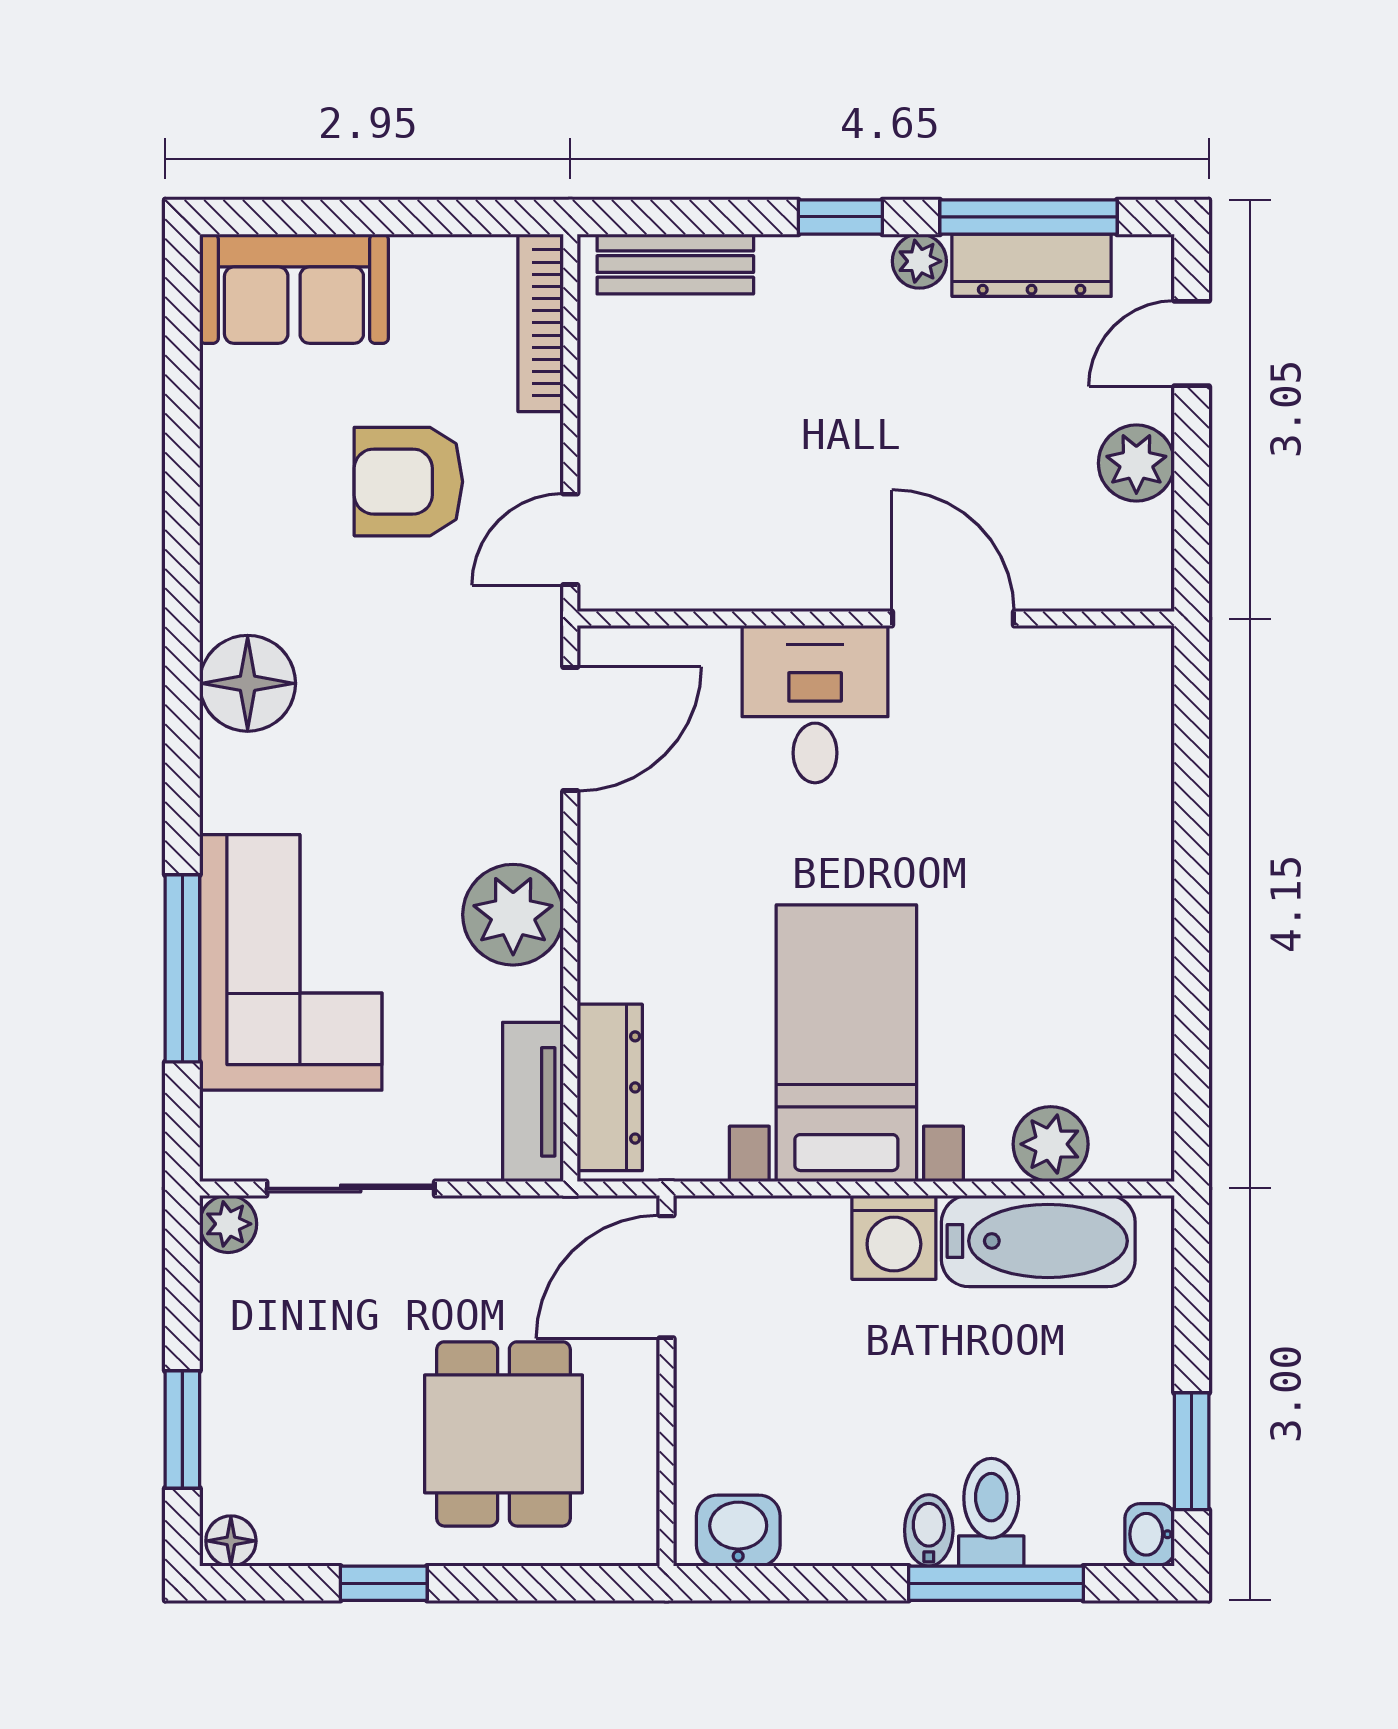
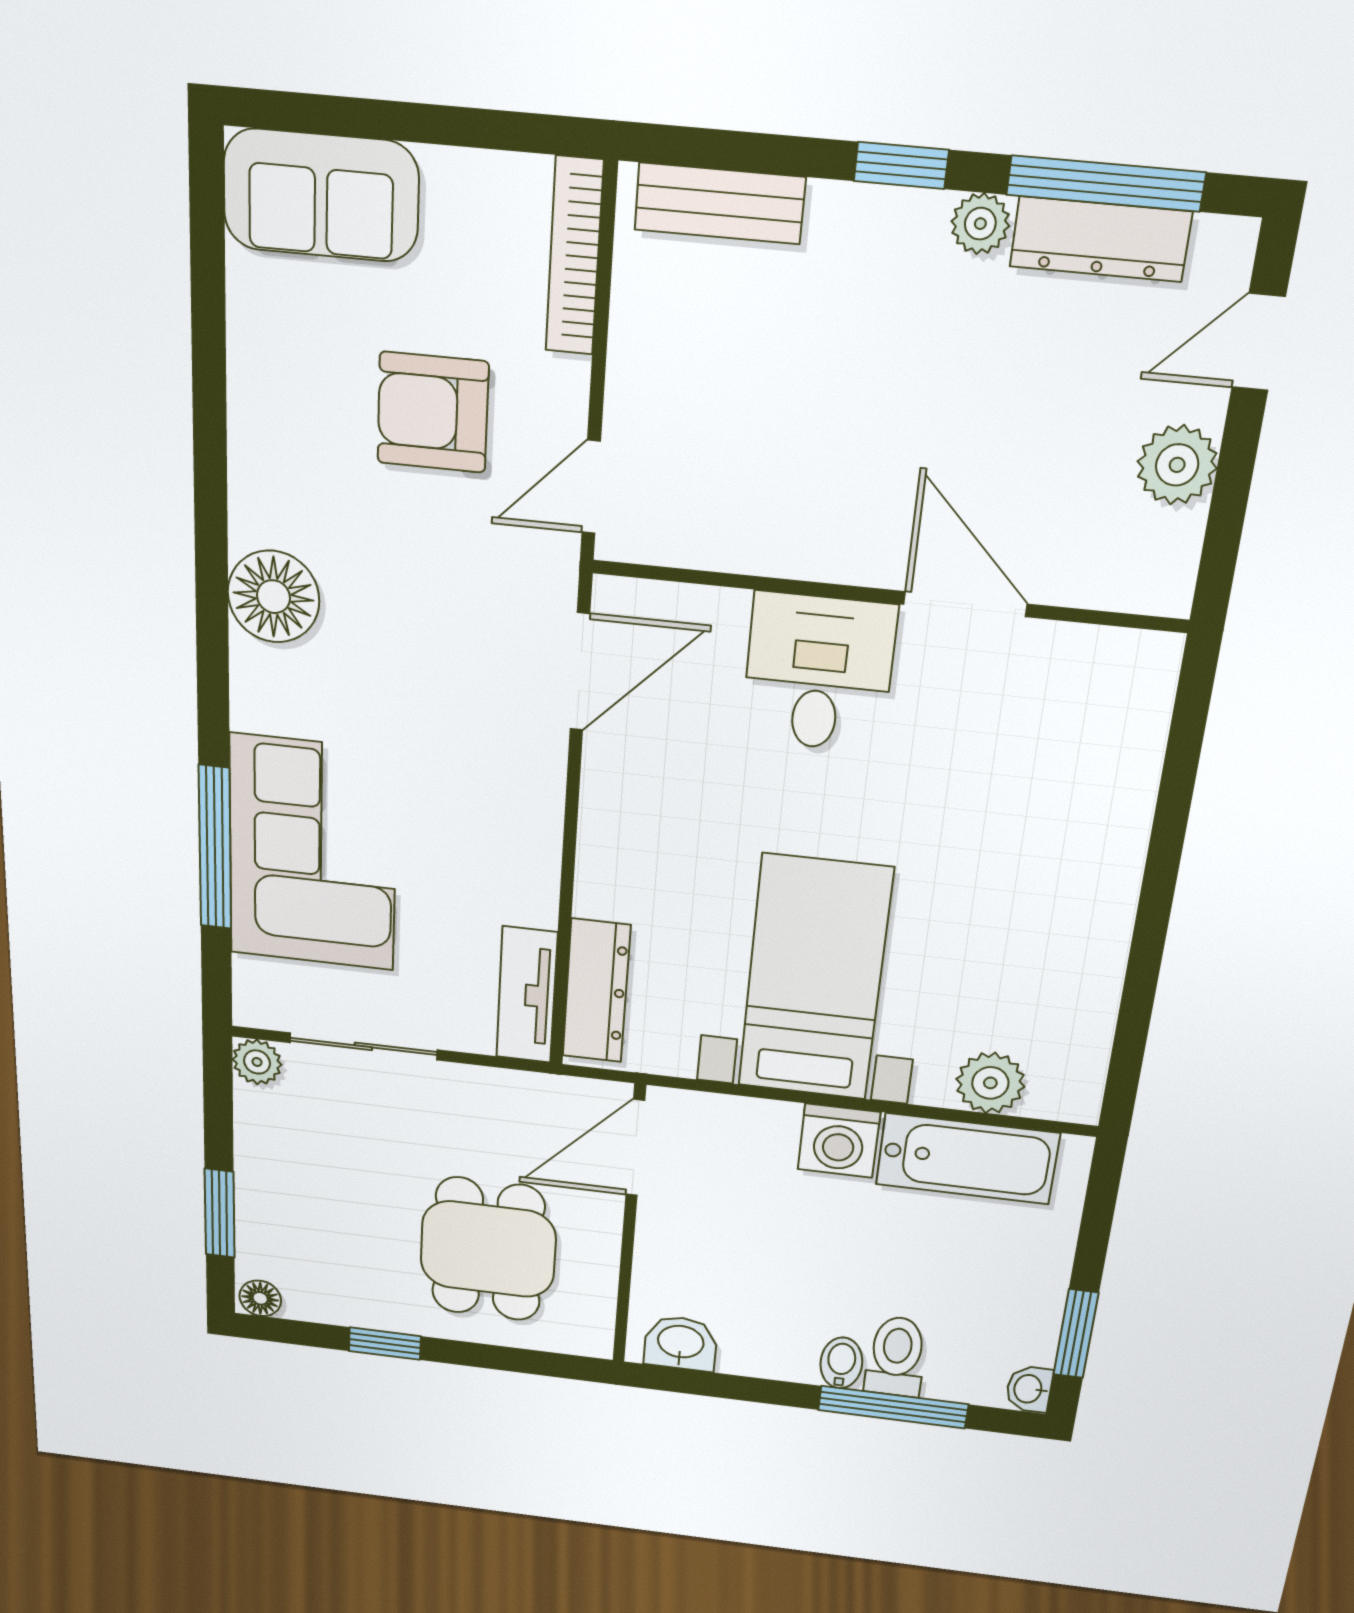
plant: (513, 915) -> (517, 834), removed

